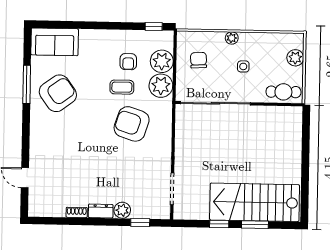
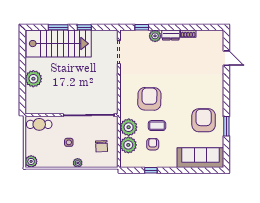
window: (154, 26) -> (151, 170), moved
sofa: (55, 42) -> (200, 158), width x1.36
plant: (295, 58) -> (31, 161), moved
window: (27, 84) -> (226, 126), width x0.69
armchair: (58, 93) -> (204, 120), turned 126
armchair: (132, 124) -> (149, 99), turned -107
plant: (290, 155) -> (33, 79), added

